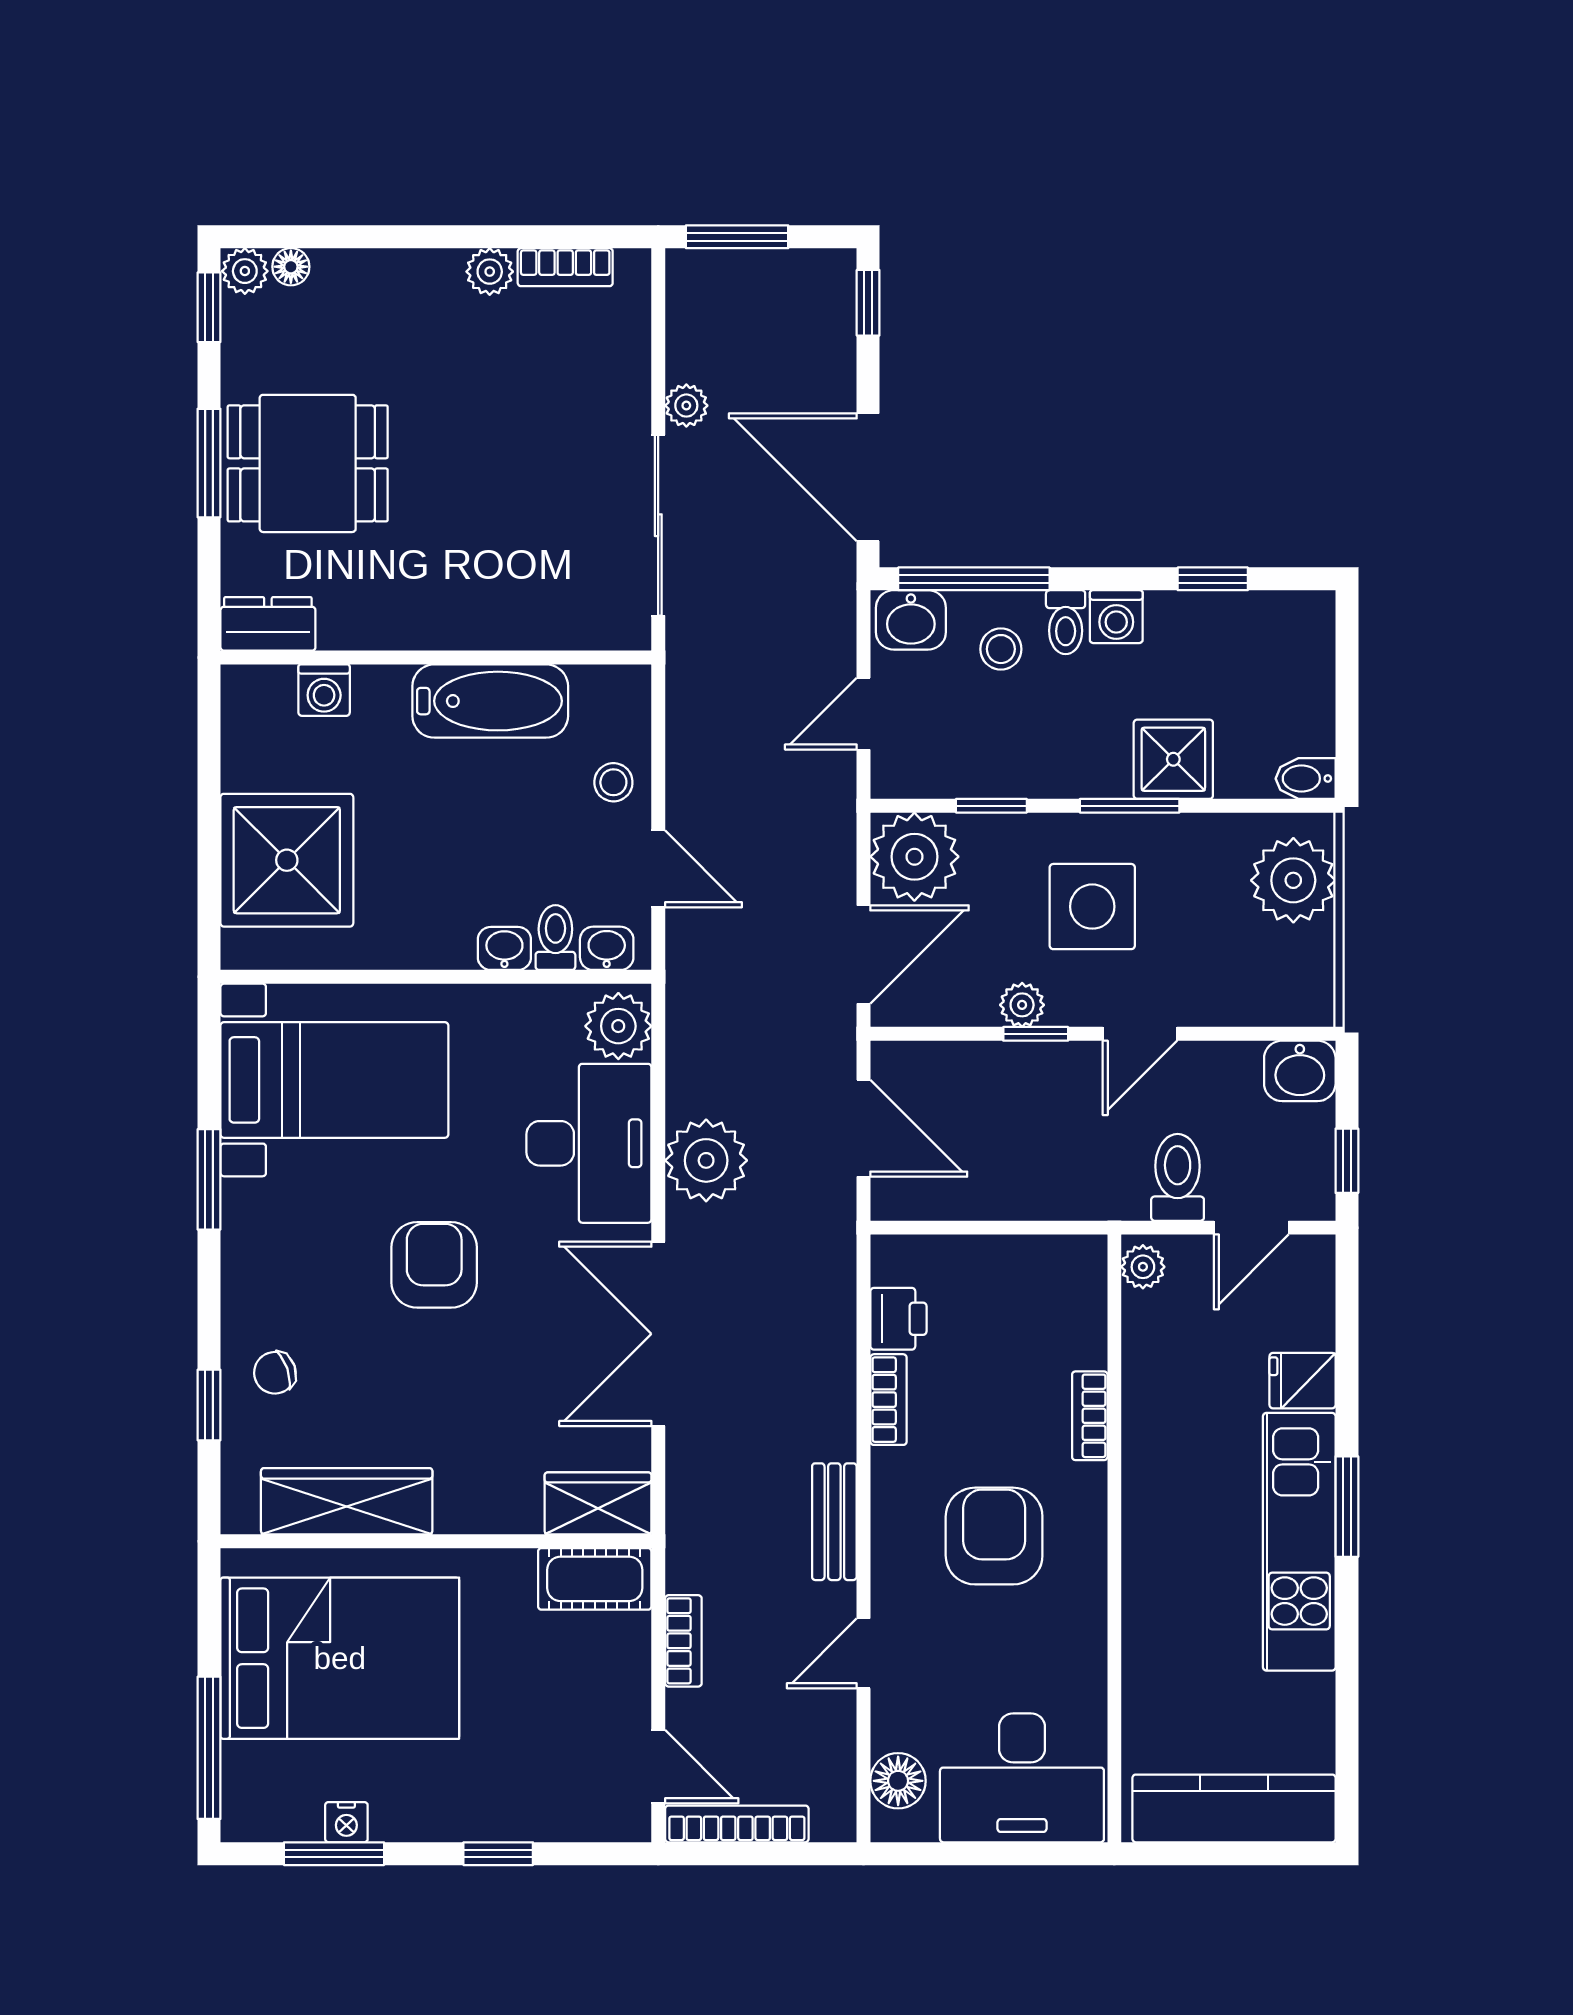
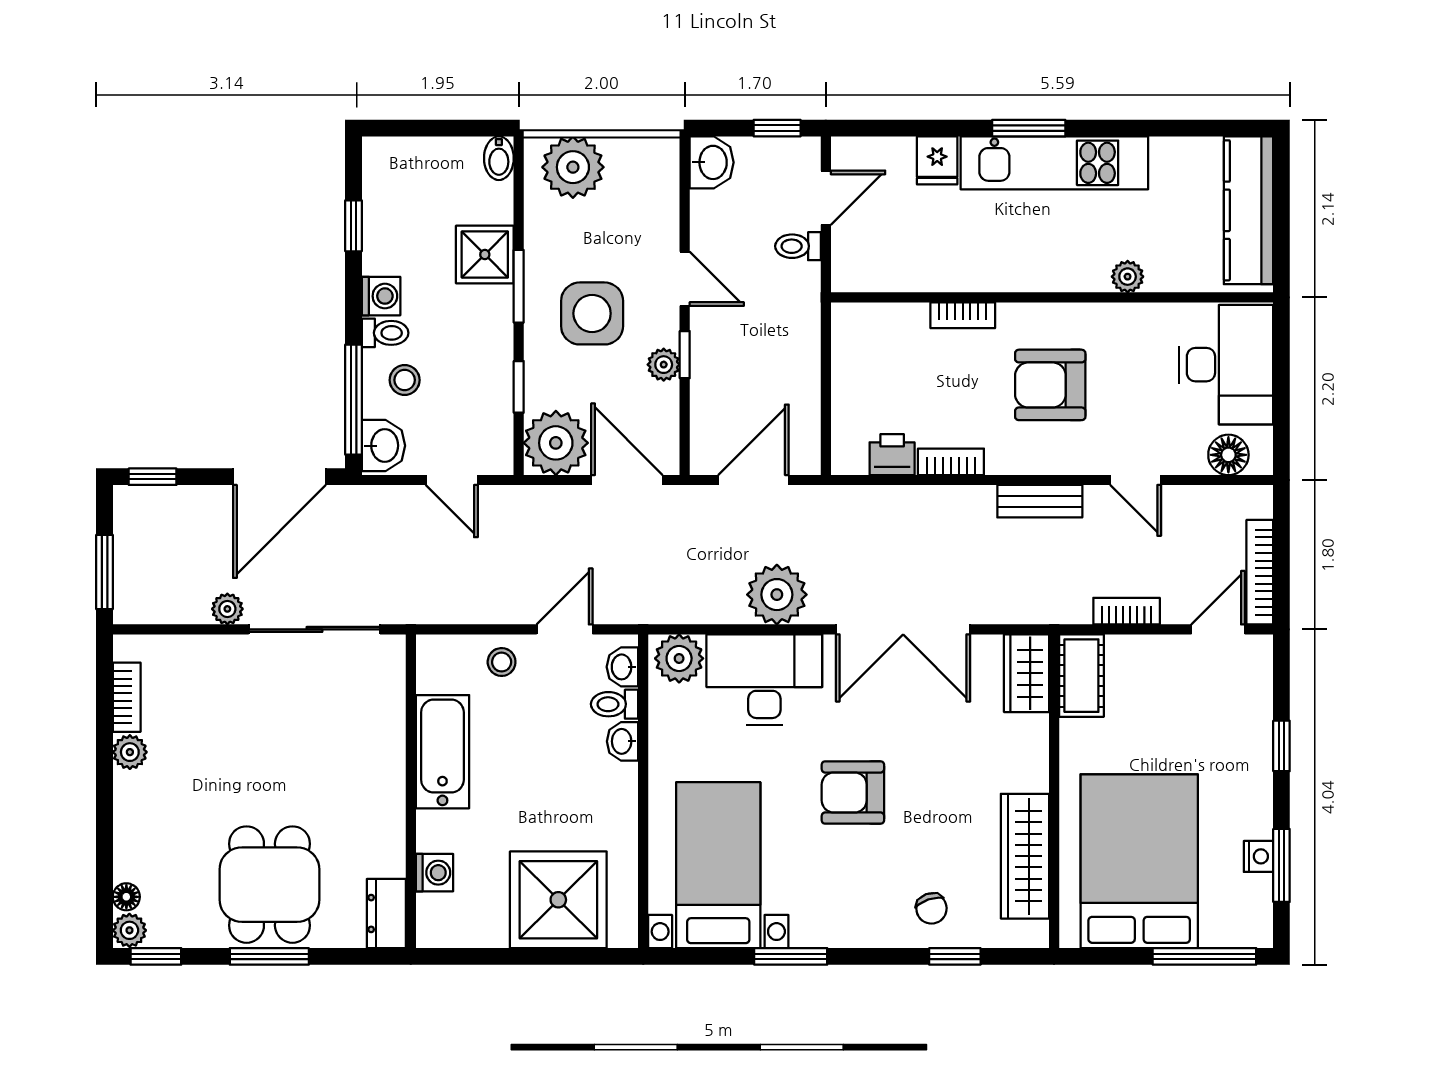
toilet: (1178, 1177) -> (798, 246), width x0.73, depth x0.72
door: (1251, 1228) -> (826, 198), hinge flipped
plant: (1143, 1267) -> (1128, 277), moved

